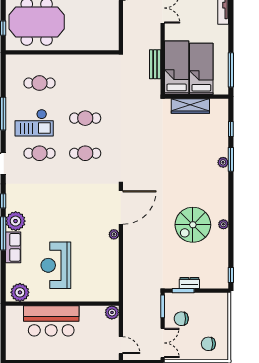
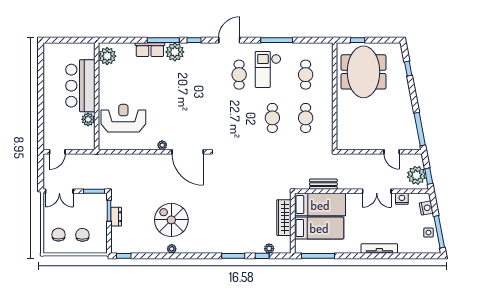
cafe table: (85, 153) -> (306, 118), moved
plant: (223, 162) -> (269, 249), moved
reception desk: (56, 265) -> (123, 118), moved
plant: (112, 312) -> (88, 119), moved
chair: (181, 319) -> (82, 235), moved

